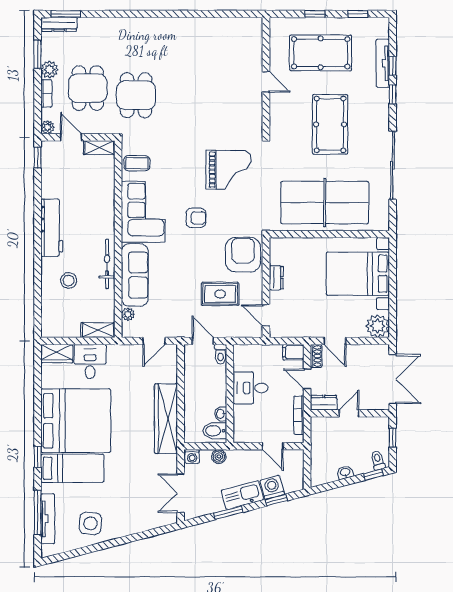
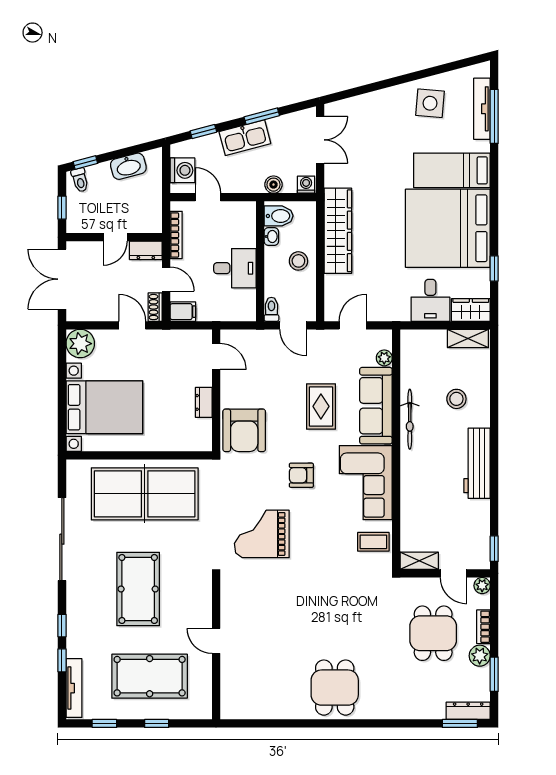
tv unit: (383, 63) -> (74, 688), moved
dining table: (136, 95) -> (335, 688), moved
rug: (220, 294) -> (321, 406), moved, turned 90
shelving: (98, 330) -> (468, 338), moved
stool: (198, 394) -> (298, 261), added
window: (38, 457) -> (494, 268), moved
washbasin: (345, 472) -> (128, 166), width x1.91, depth x1.45
washing machine: (272, 487) -> (182, 170), moved, turned -75

